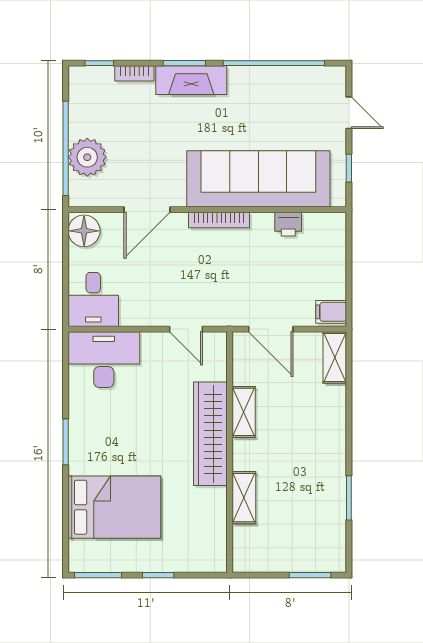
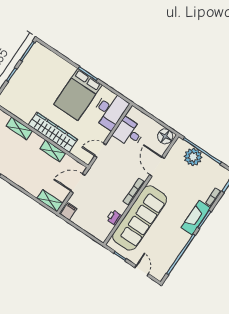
door: (349, 113) -> (142, 271), swing flipped
desk: (93, 299) -> (129, 133), moved
bed: (114, 507) -> (78, 95), moved

